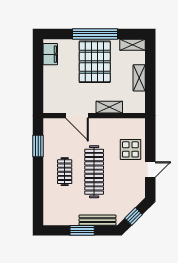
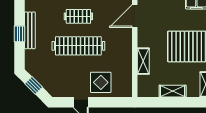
door: (77, 116) -> (135, 16), moved
bench: (98, 220) -> (30, 30), moved
window: (82, 230) -> (20, 34), width x0.67

